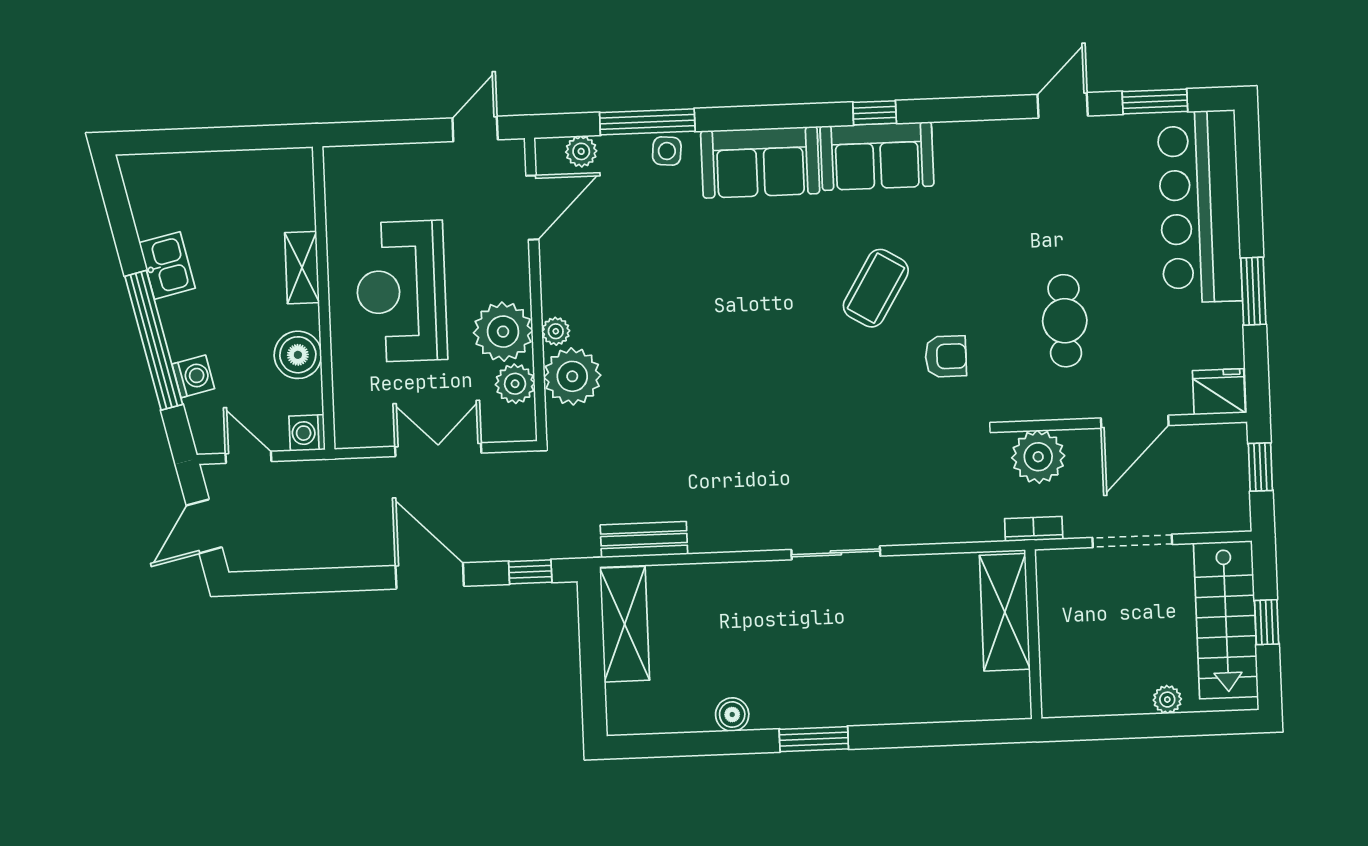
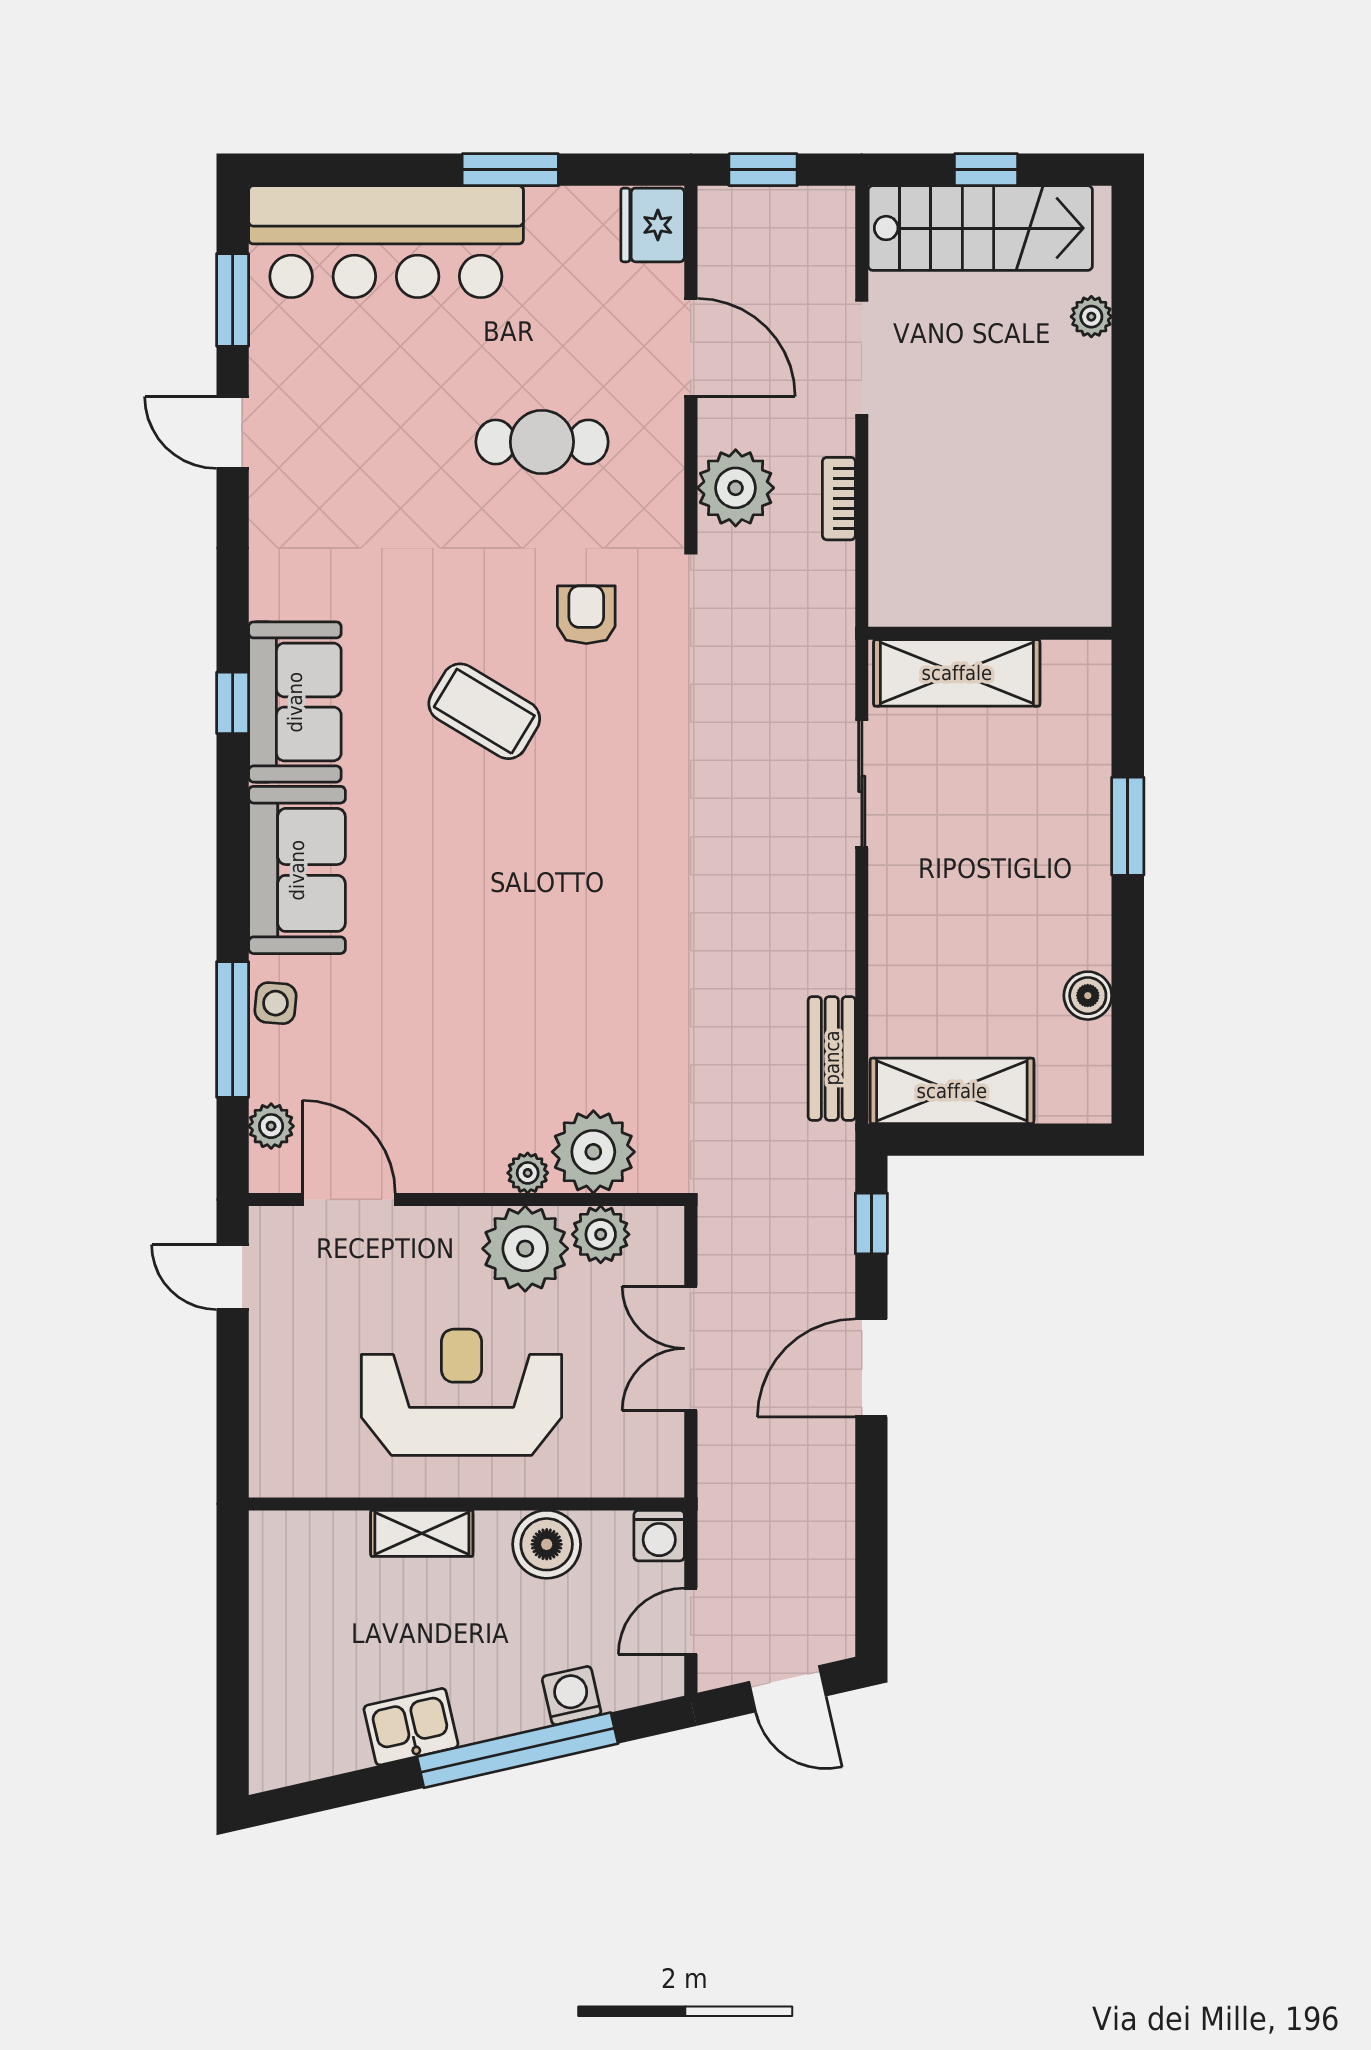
reception desk: (401, 291) -> (461, 1392), turned 180
shelving: (1005, 612) -> (957, 673), moved
wall: (1033, 634) -> (990, 633), moved
boiler: (732, 715) -> (1088, 996), moved

